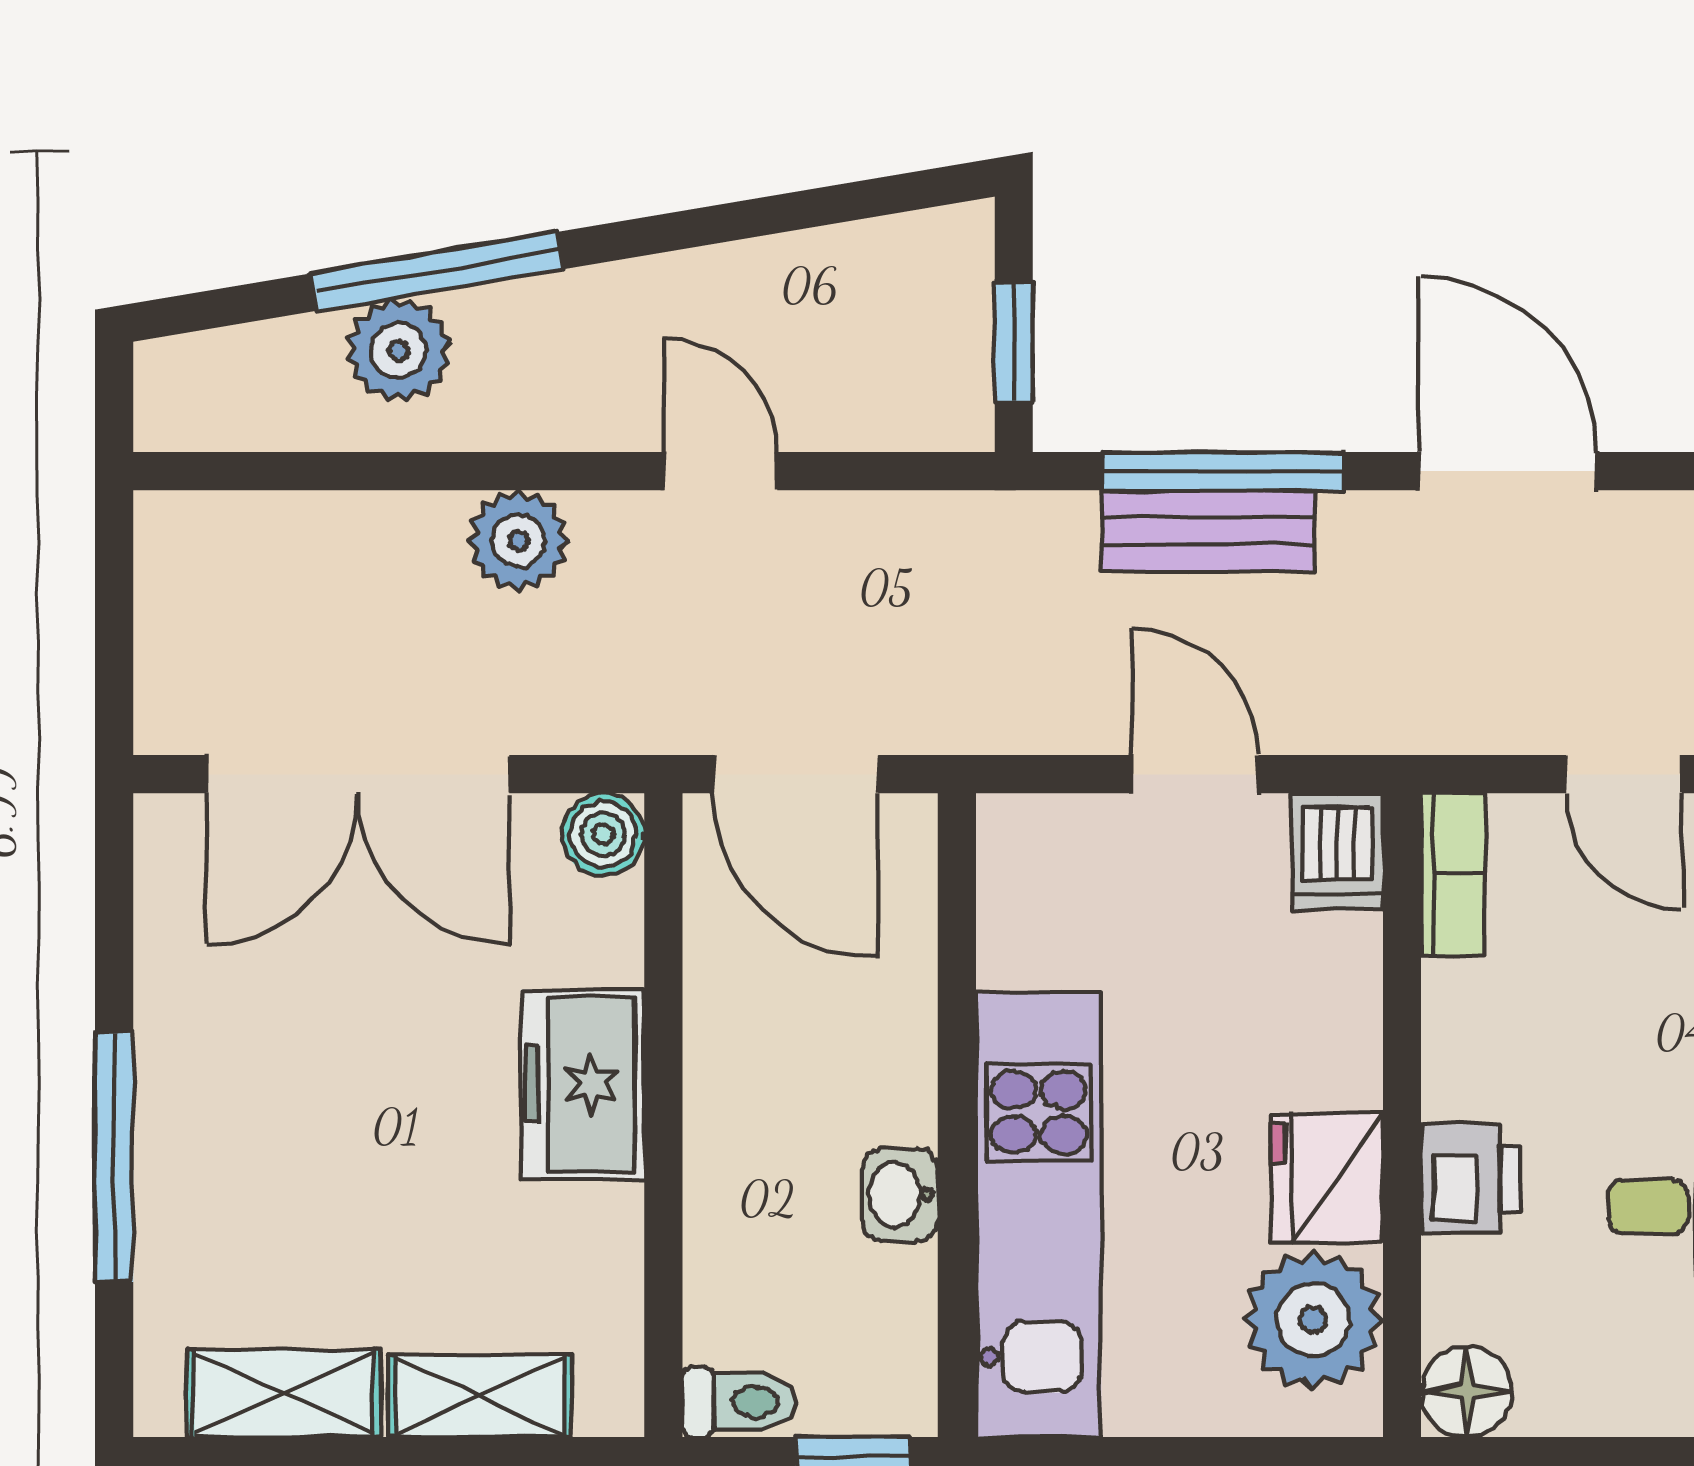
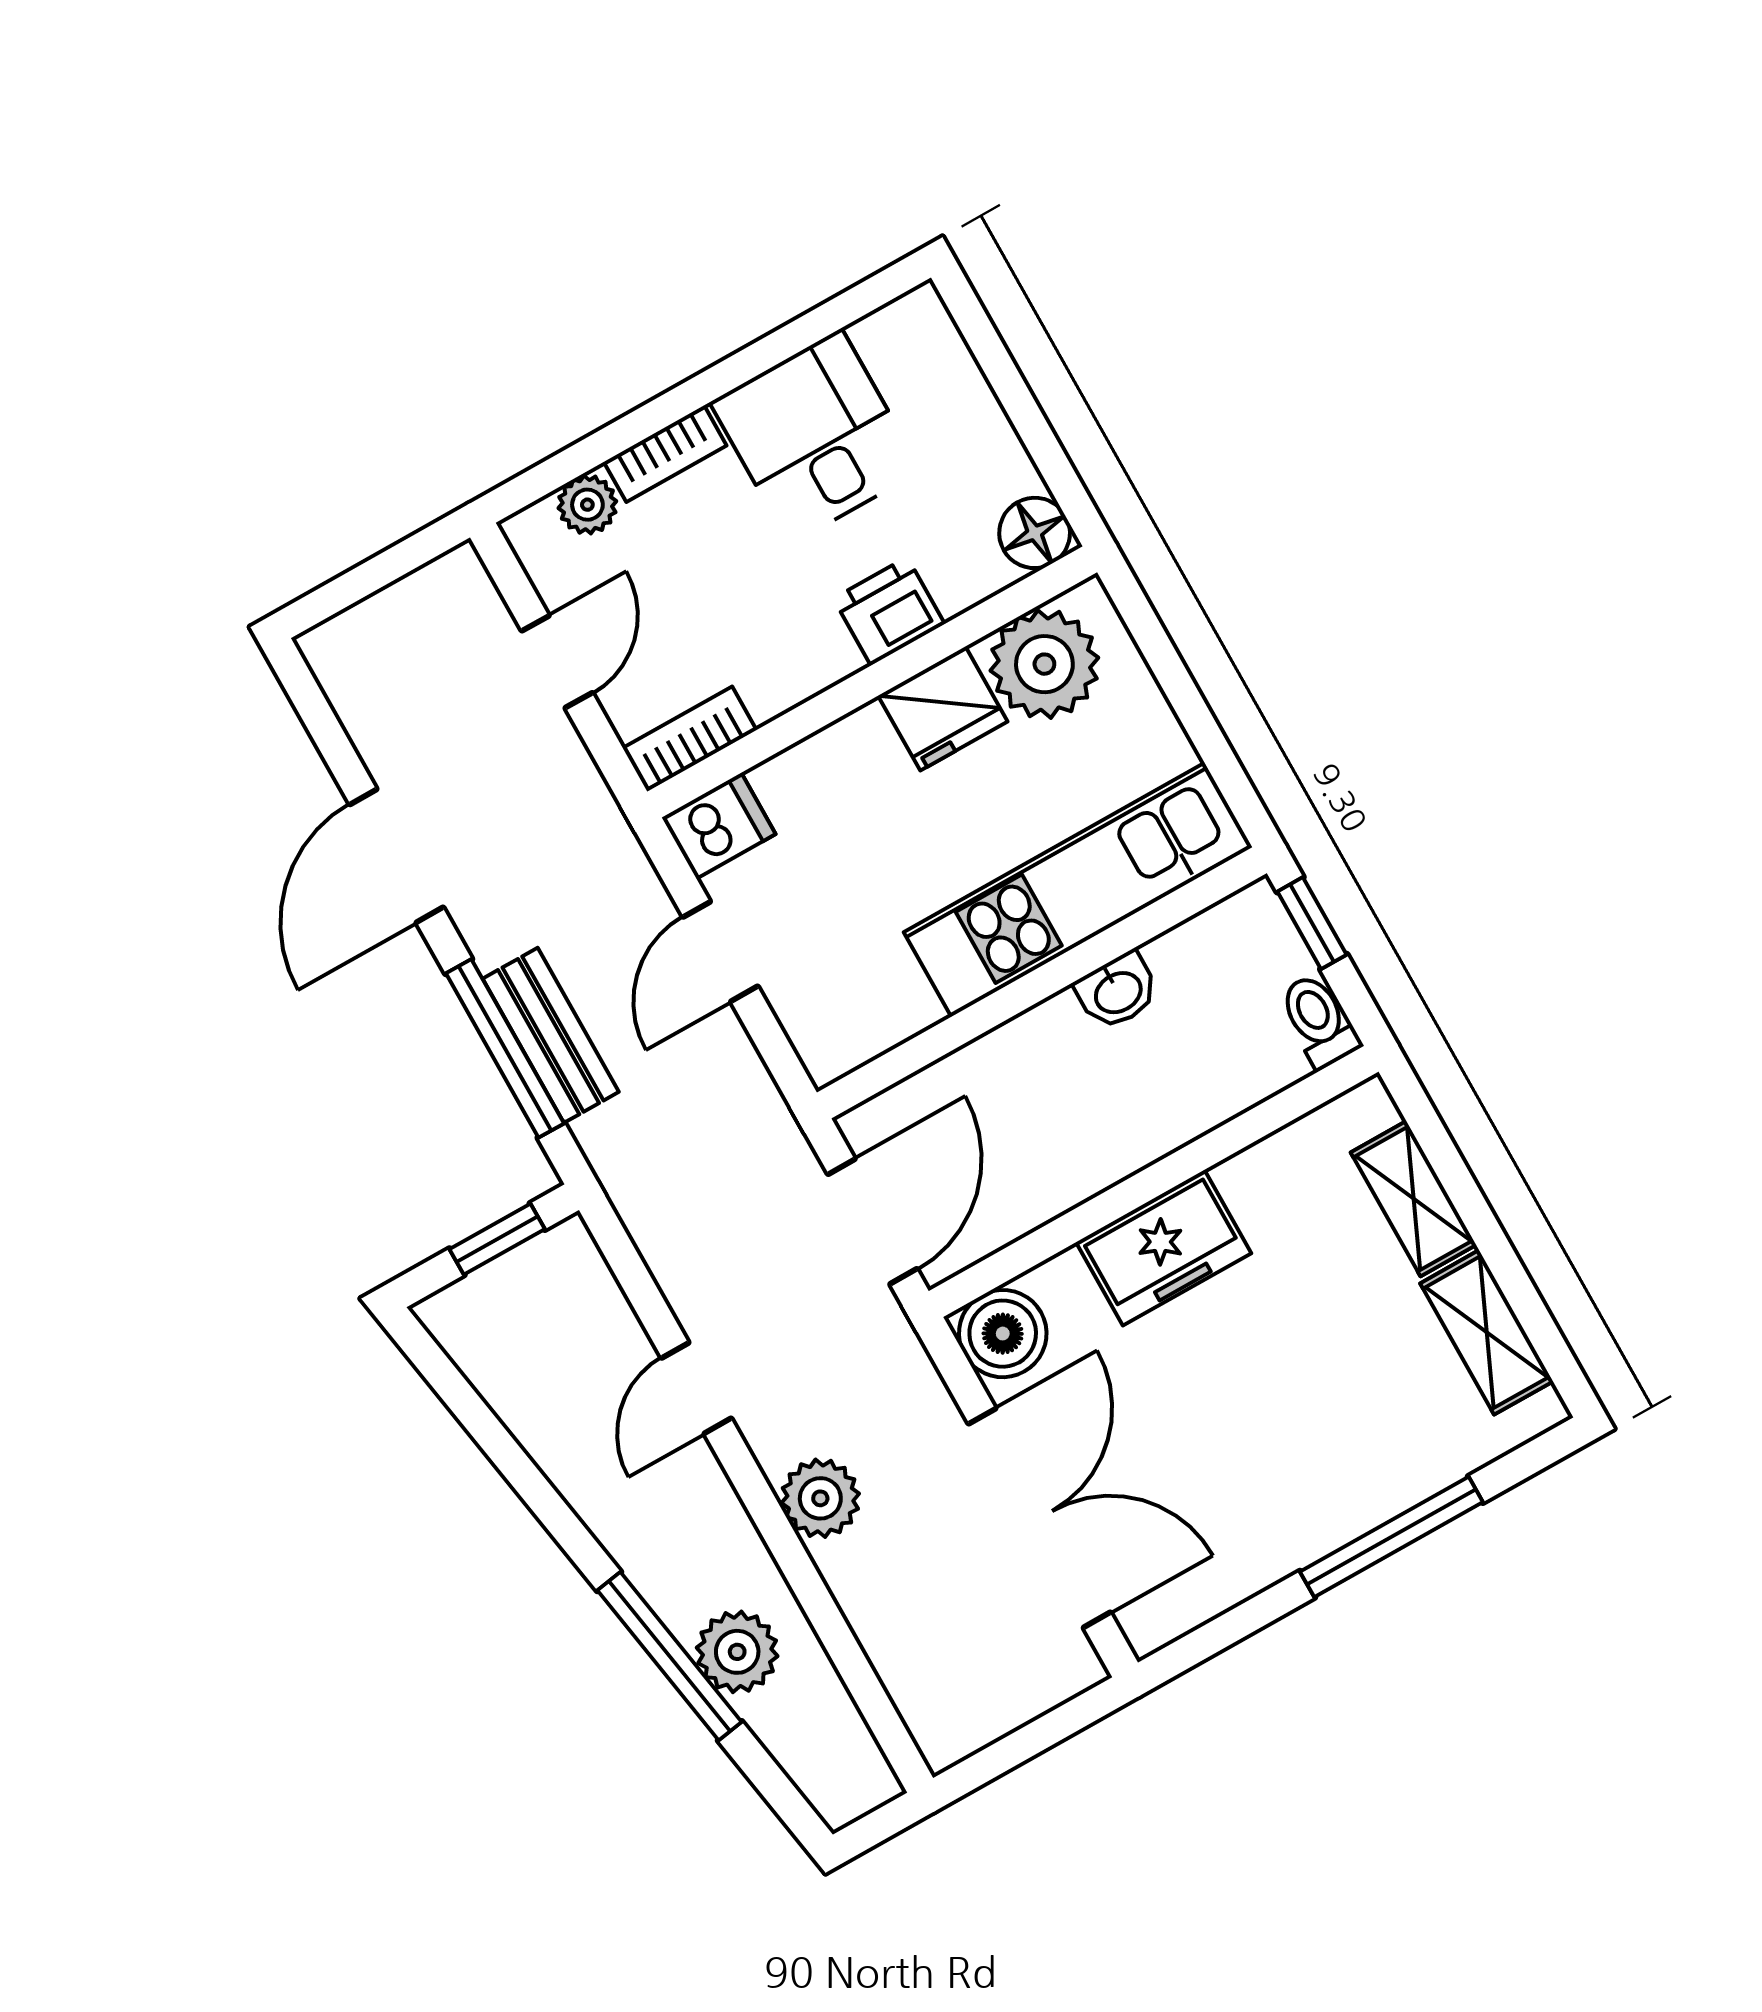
boiler: (603, 834) -> (1003, 1334), width x1.36, depth x1.36

